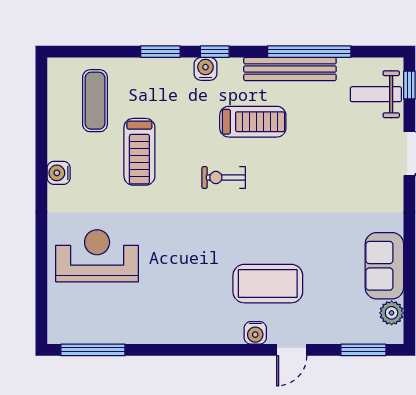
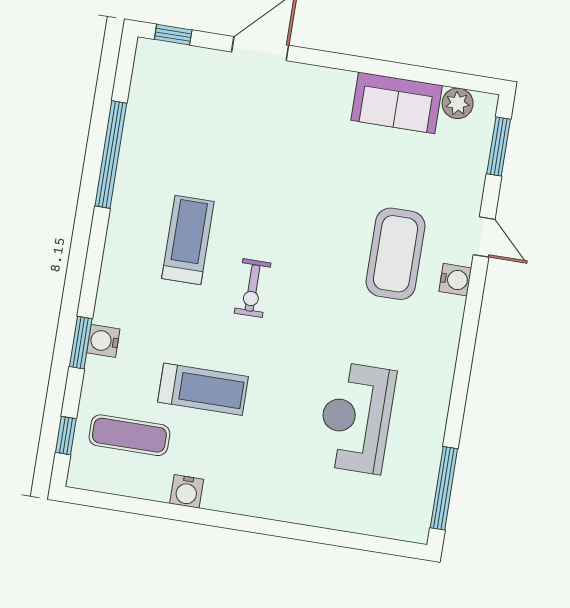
window: (215, 52) -> (66, 436), moved
water cooler: (205, 69) -> (103, 341), moved
bench: (290, 69) -> (129, 182), removed
weight bench: (376, 94) -> (178, 79), removed
water cooler: (59, 173) -> (187, 491), moved
reception desk: (97, 256) -> (356, 418), moved

